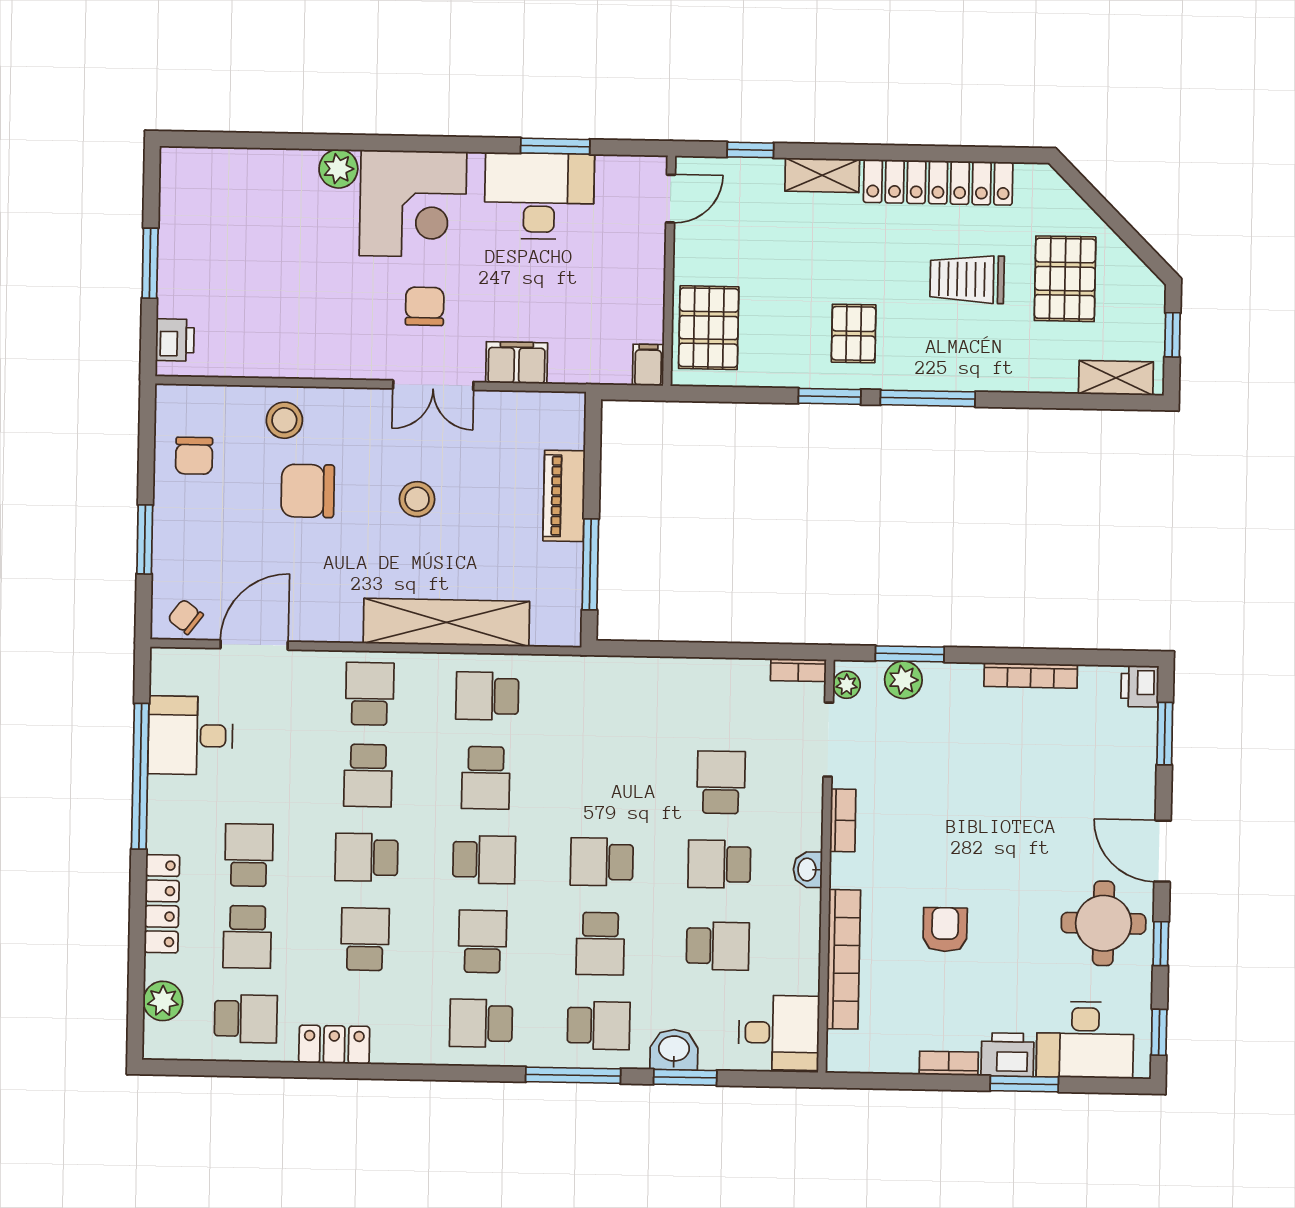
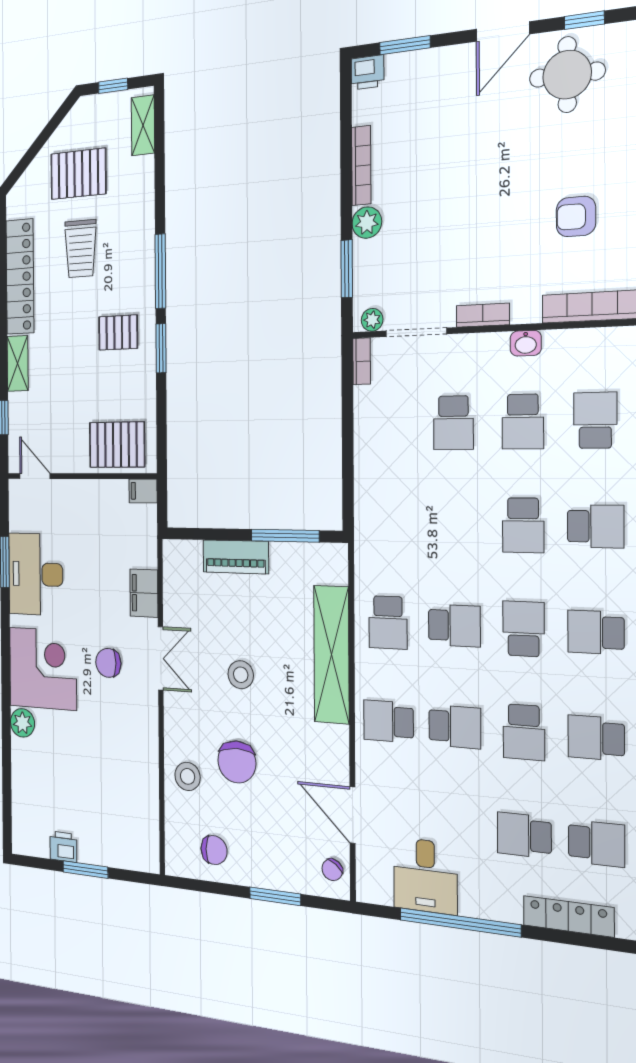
printer: (175, 340) -> (63, 847), moved
plant: (903, 680) -> (367, 223), moved
school desk: (721, 782) -> (453, 423), turned -90

